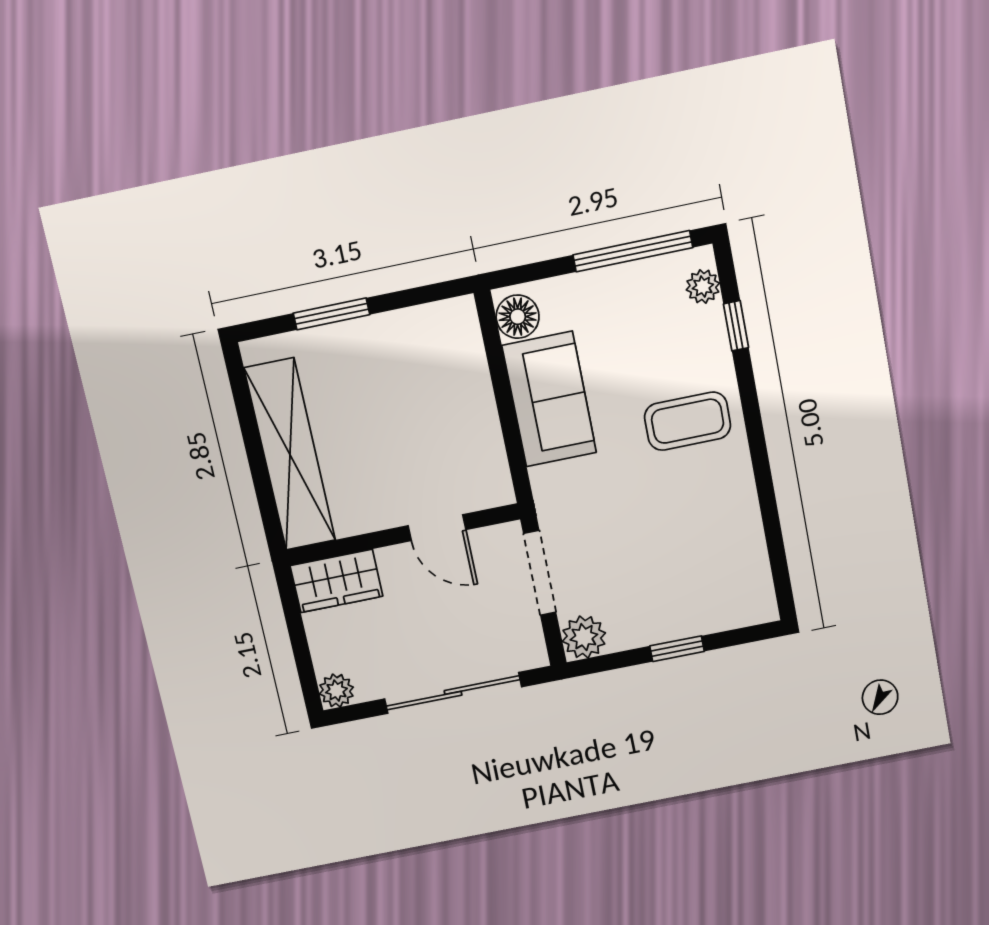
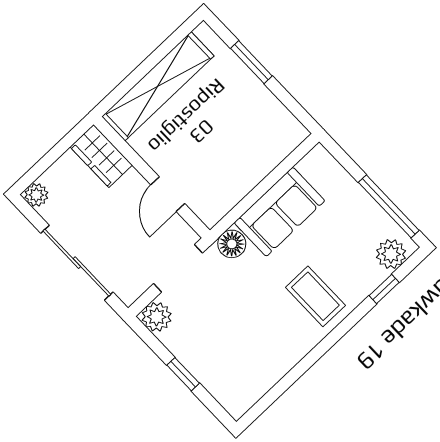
plant: (703, 287) -> (391, 254), width x1.38, depth x1.38
floor lamp: (518, 317) -> (232, 244), moved

